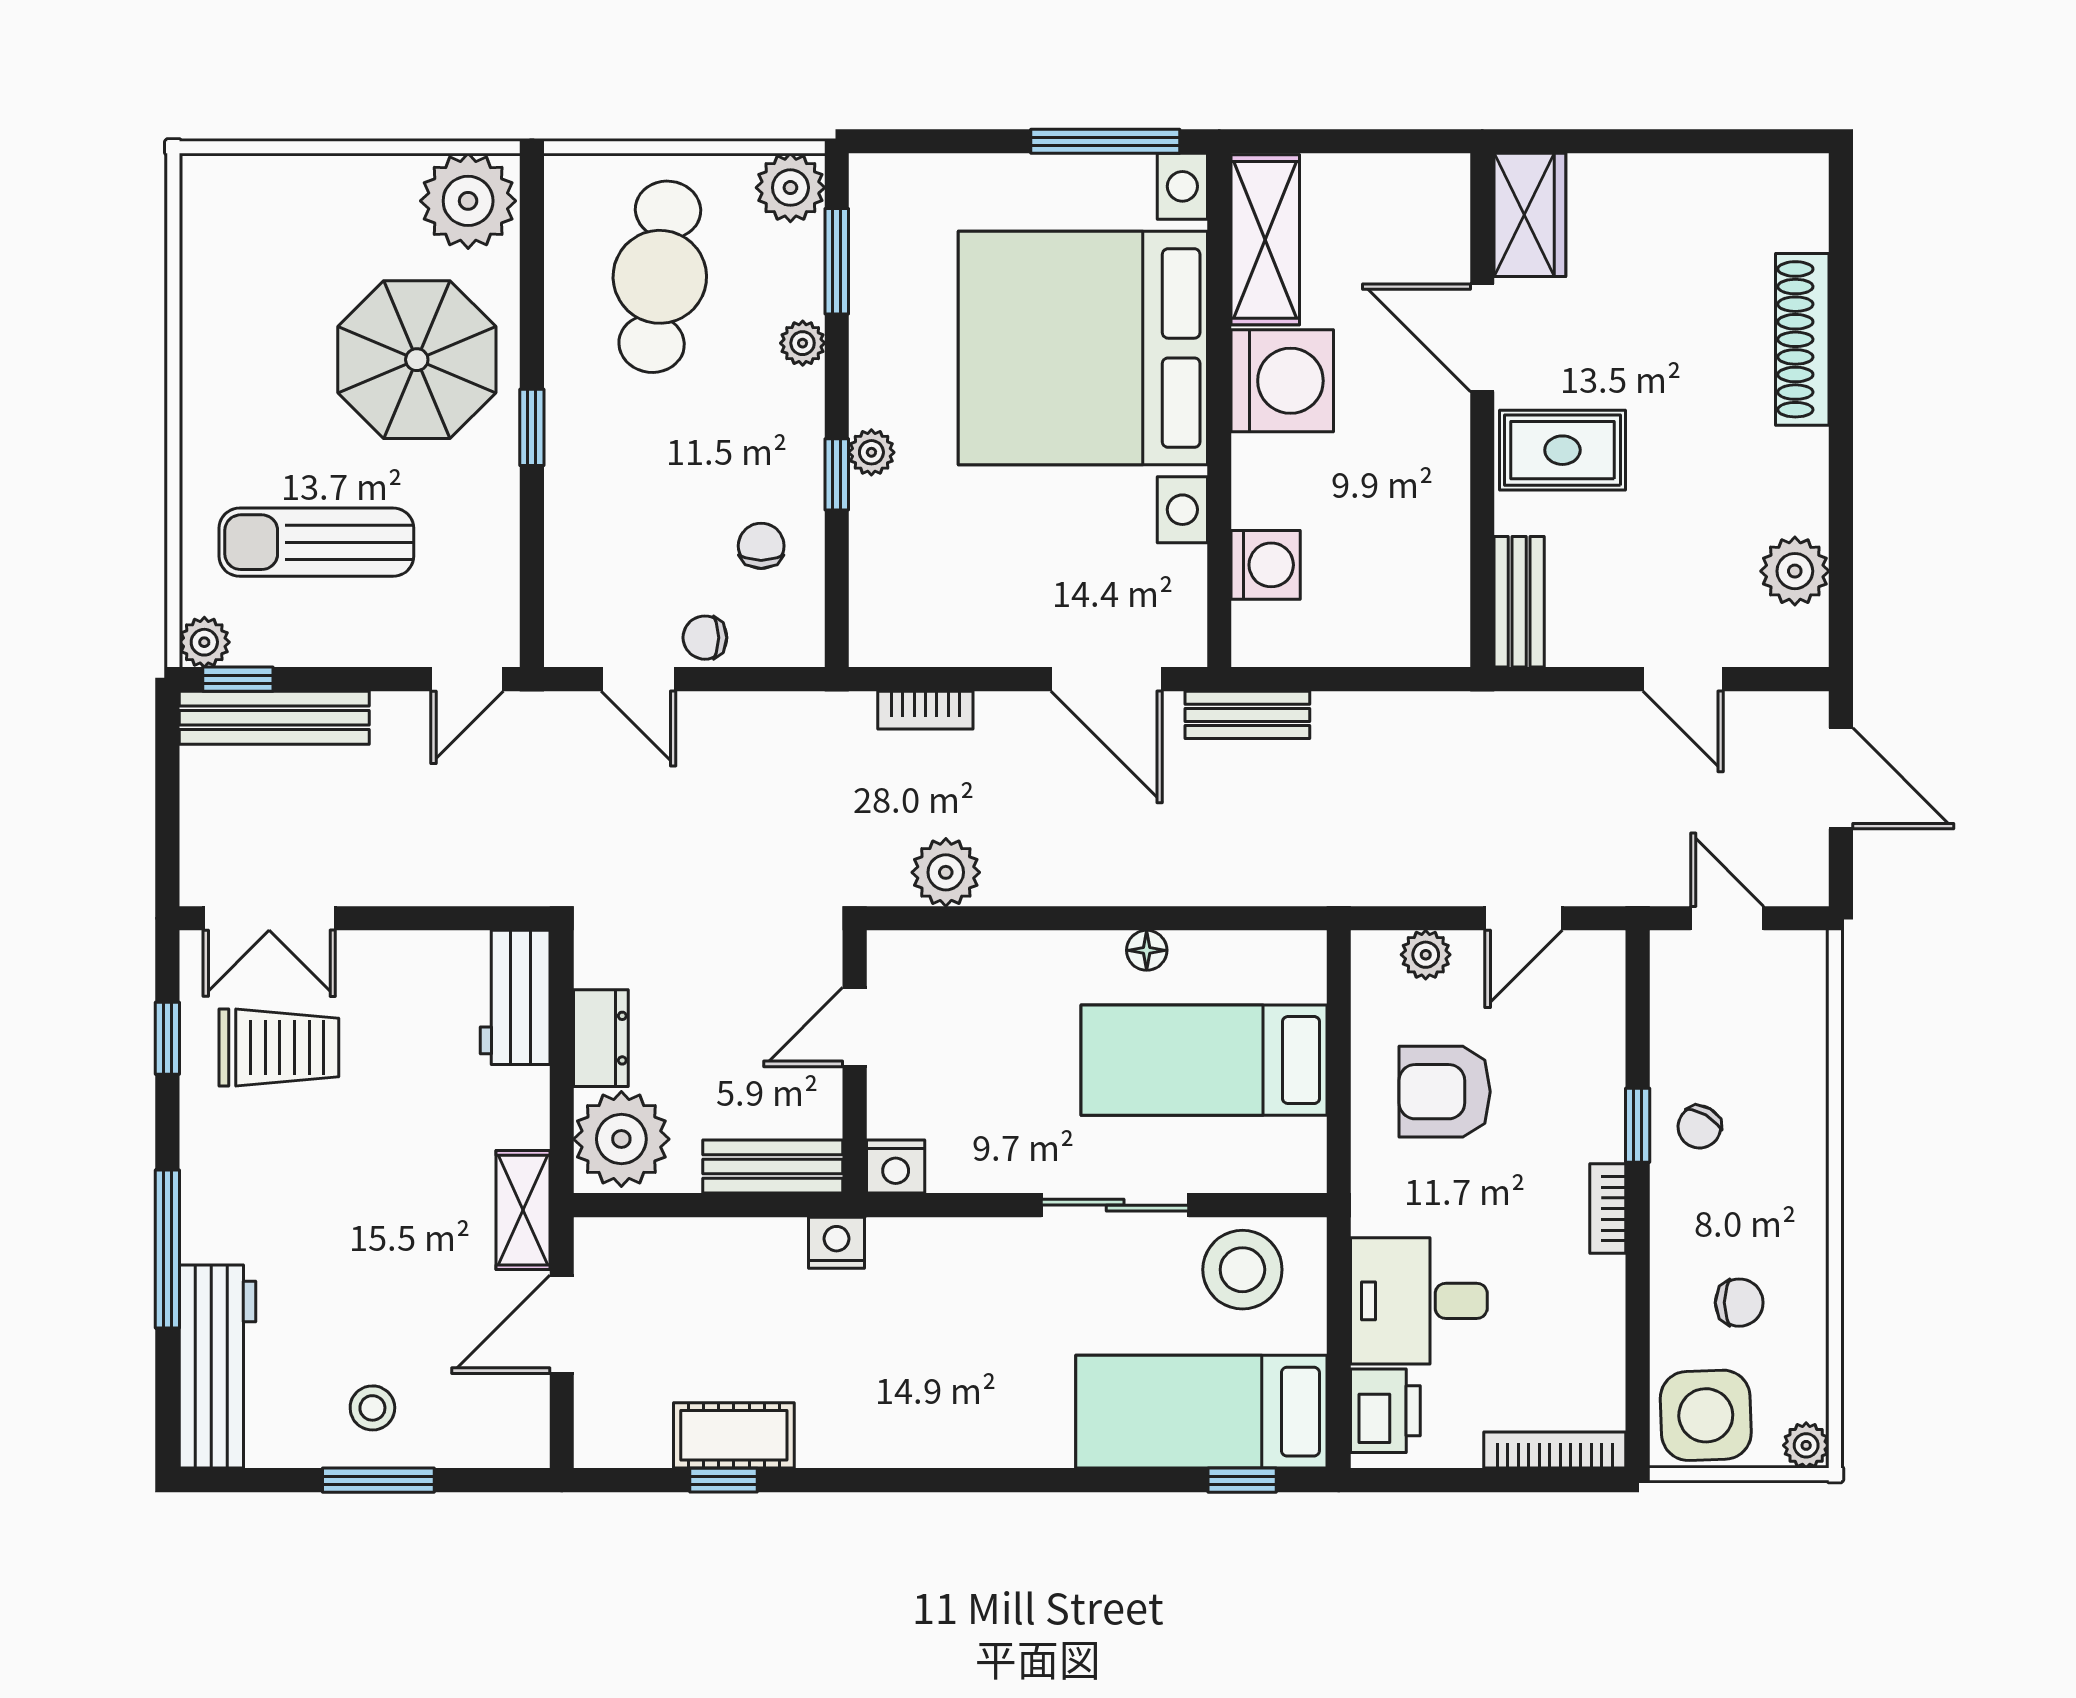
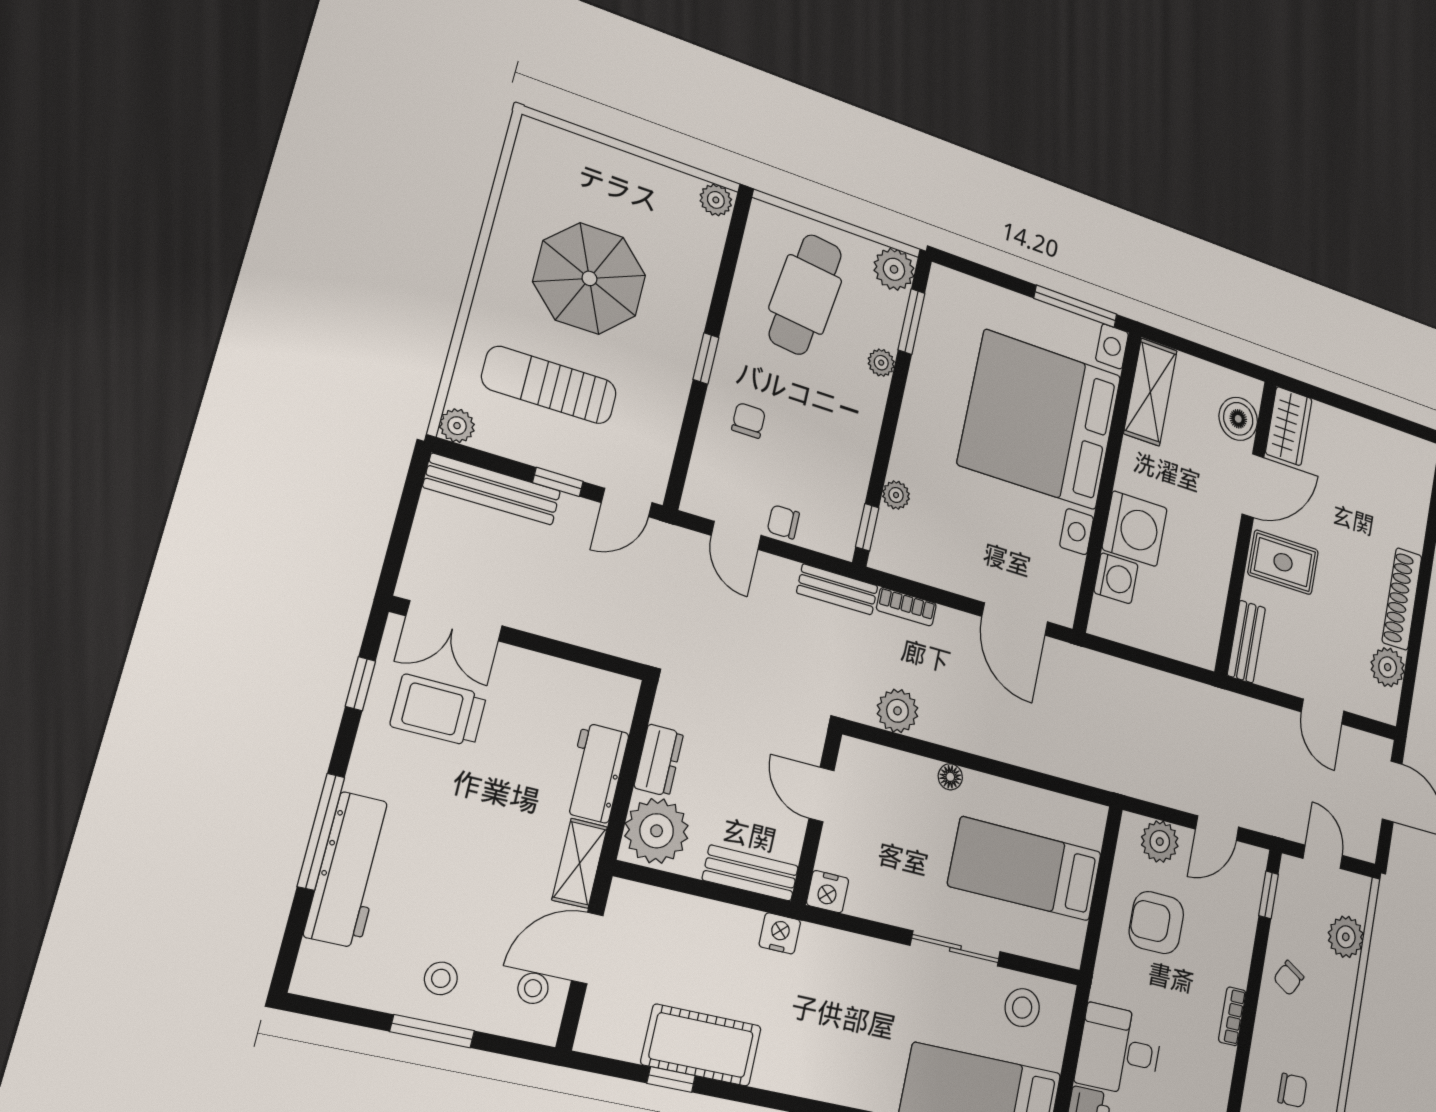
plant: (468, 201) -> (716, 200), width x0.53, depth x0.53
boiler: (1433, 233) -> (1238, 419), added
door: (1482, 338) -> (1253, 486), swing flipped
shoe rack: (1802, 339) -> (1402, 599), moved
parasol: (417, 360) -> (589, 278), moved
washing machine: (1282, 381) -> (1135, 529), moved
plant: (871, 452) -> (896, 495), moved
window: (837, 474) -> (867, 527), moved
chair: (761, 546) -> (749, 420), moved
window: (238, 679) -> (558, 482), moved
bench: (1247, 715) -> (837, 589), moved
floor lamp: (1147, 950) -> (950, 777), moved
plant: (1426, 955) -> (1160, 842), width x1.38, depth x1.38
workbench: (515, 997) -> (596, 773), moved
door: (855, 1027) -> (822, 794), hinge flipped
plant: (1794, 1038) -> (1346, 937), added
trolley: (279, 1048) -> (438, 710), turned 180
window: (1638, 1125) -> (1269, 895), moved
stool: (1242, 1270) -> (1022, 1008), width x0.73, depth x0.73
workbench: (217, 1367) -> (350, 870), moved
stool: (500, 1395) -> (533, 988), added
cot: (734, 1435) -> (701, 1045), width x1.37, depth x1.34

